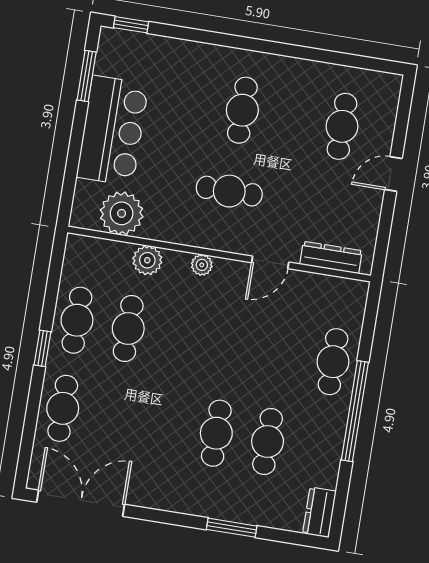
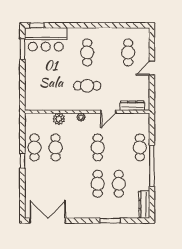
bar counter: (113, 131) -> (46, 39), moved, turned 90
plant: (122, 213) -> (45, 102), removed
cafe table: (63, 408) -> (98, 147), moved
dresser: (319, 512) -> (144, 205), width x1.44

